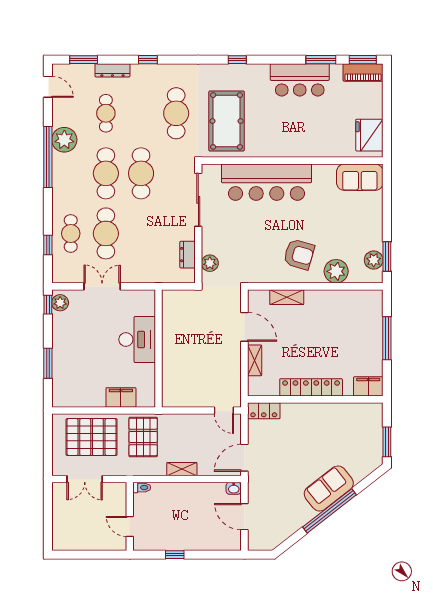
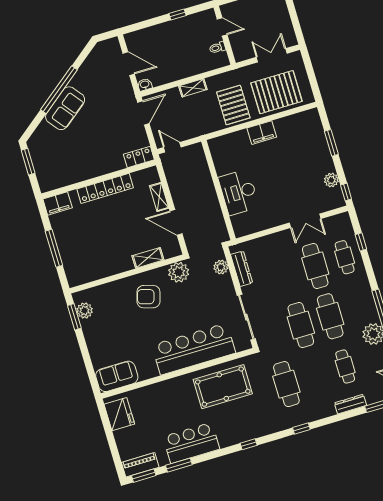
window: (148, 60) -> (301, 429), moved
pool table: (227, 121) -> (223, 387), moved, turned 90
dresser: (188, 255) -> (242, 269), width x1.44
plant: (336, 271) -> (179, 272), moved
plant: (60, 303) -> (331, 180), moved
desk: (137, 339) -> (239, 192), moved
wall: (158, 348) -> (219, 190), moved
toilet: (142, 488) -> (217, 48), moved

